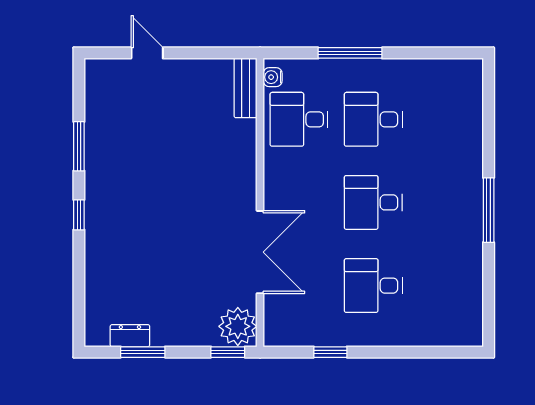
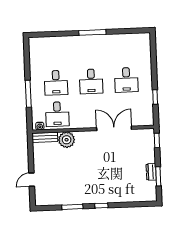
plant: (238, 326) -> (67, 140), moved
dresser: (130, 336) -> (151, 172), moved

